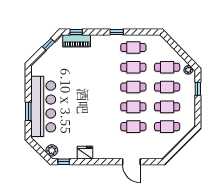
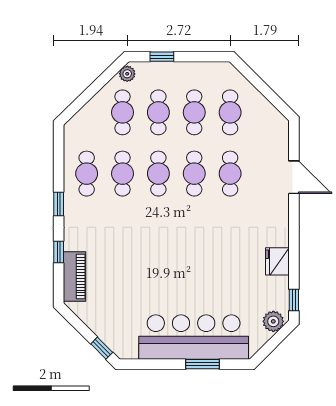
window: (76, 32) -> (59, 252), moved
window: (48, 44) -> (102, 348), moved
door: (131, 162) -> (294, 177), hinge flipped

